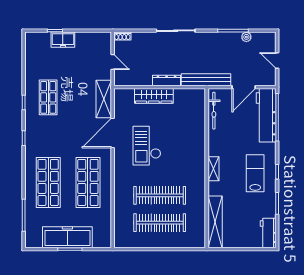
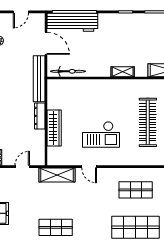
door: (113, 133) -> (89, 167), width x0.53
lab bench: (255, 173) -> (127, 32), removed
shop shelf: (88, 182) -> (136, 190), width x0.70, depth x0.74

